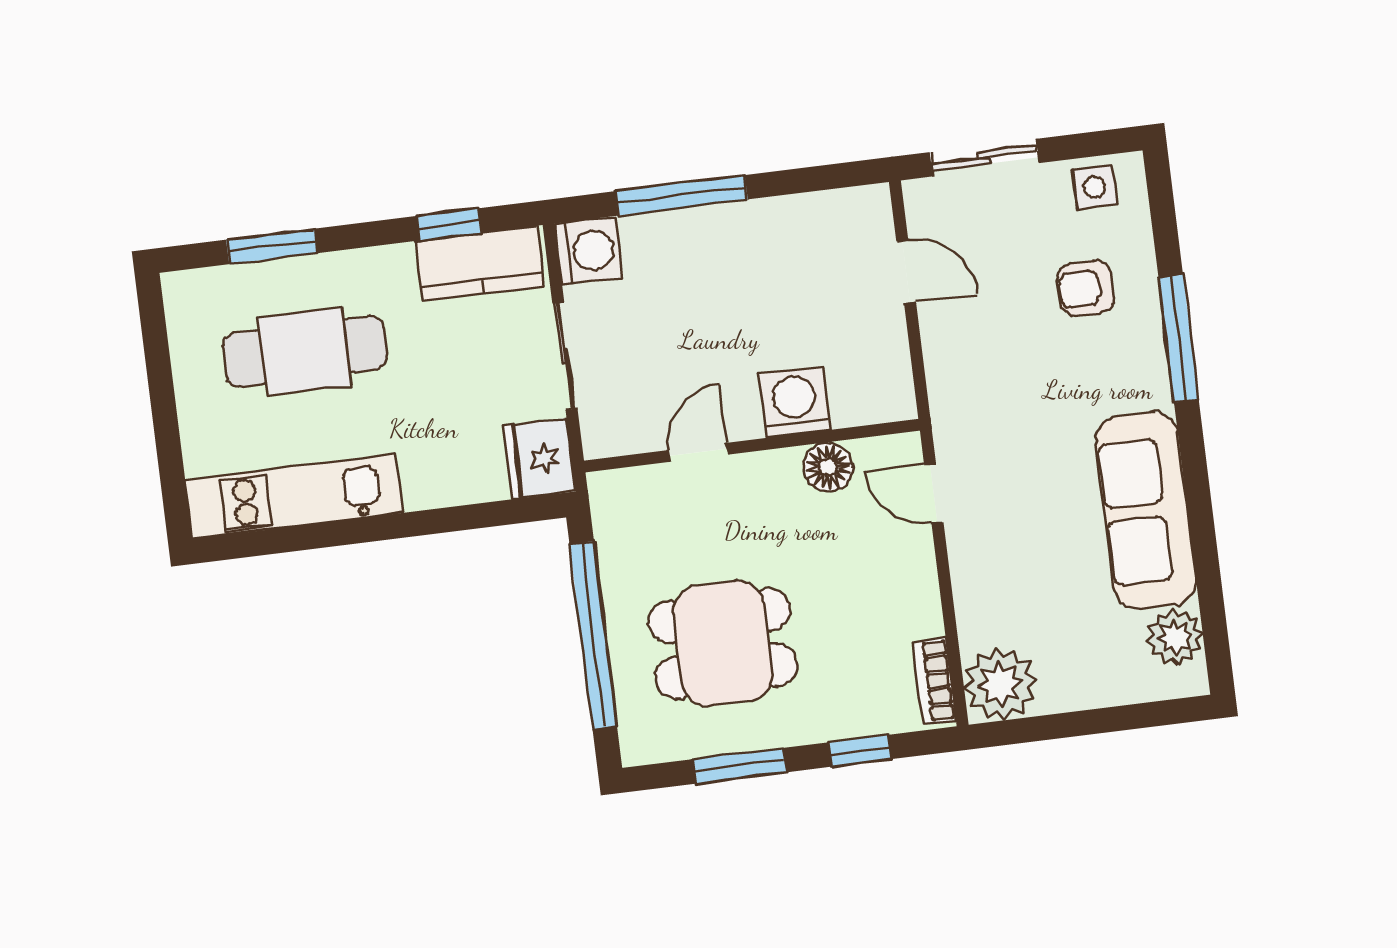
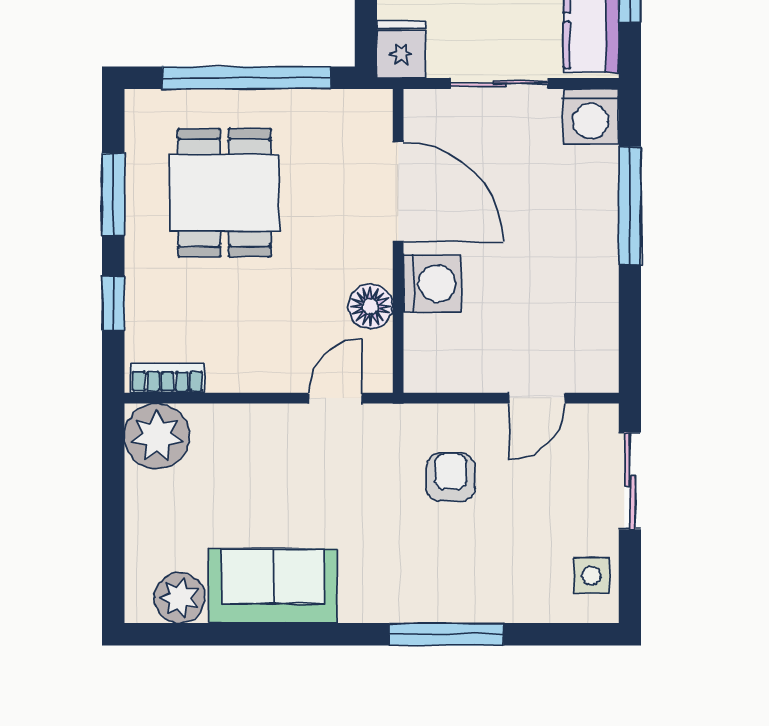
armchair: (1086, 288) -> (451, 477), moved
door: (698, 452) -> (398, 192), width x1.87
fridge: (540, 459) -> (401, 49), width x0.72
sofa: (1146, 511) -> (273, 586), width x0.73

